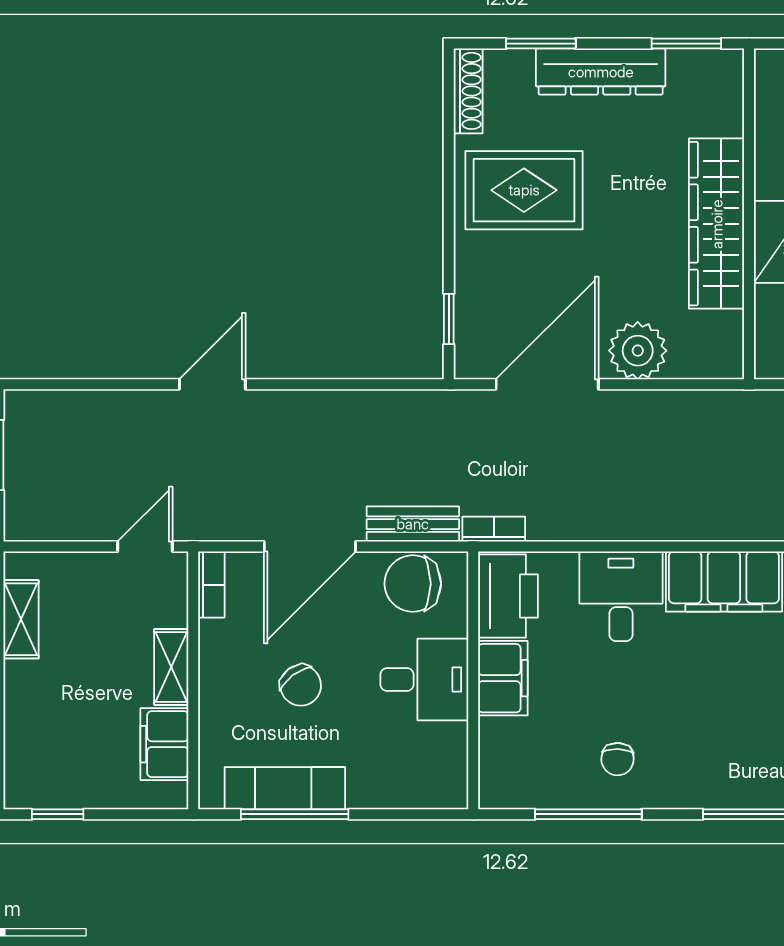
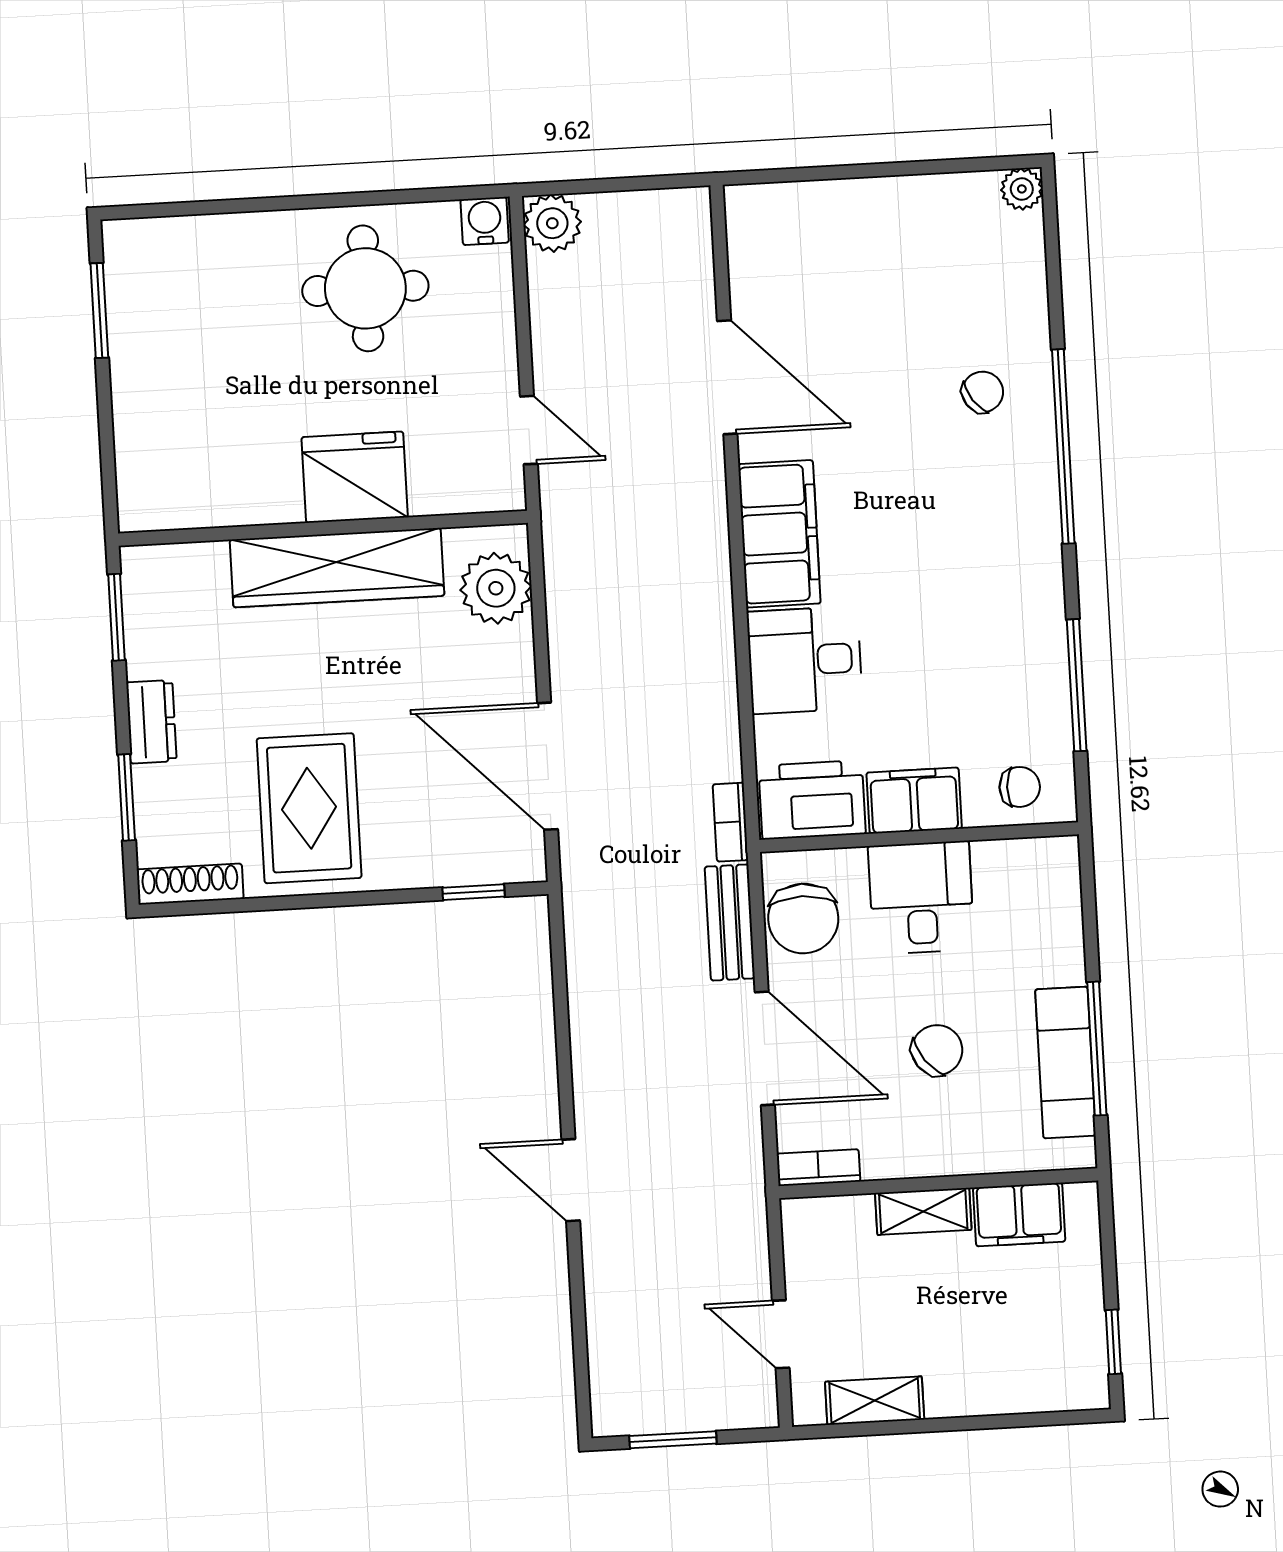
dresser: (601, 72) -> (151, 722), width x0.51, depth x0.80
plant: (638, 351) -> (496, 588), moved
door: (145, 547) -> (781, 1334), moved
chair: (618, 759) -> (1020, 787), moved

